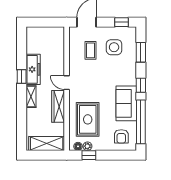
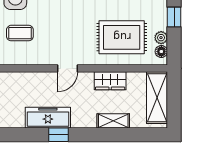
shelving: (31, 97) -> (113, 121), moved
wardrobe: (58, 106) -> (110, 81), width x0.67
window: (89, 155) -> (174, 17), moved

